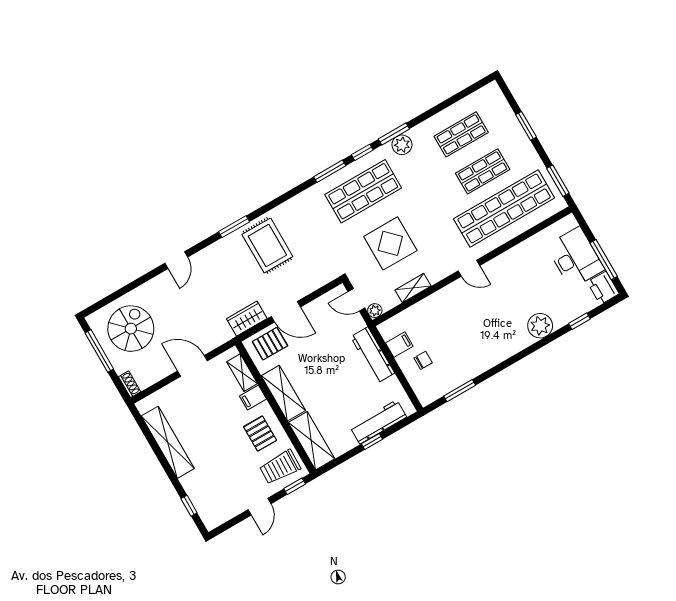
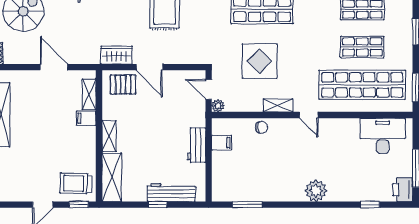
desk: (575, 258) -> (383, 136), moved, turned -90
shelving: (413, 288) -> (278, 105), moved
plant: (540, 326) -> (316, 191), moved
workbench: (373, 355) -> (197, 145), width x0.73
chair: (423, 360) -> (262, 127), moved
shelving: (283, 393) -> (109, 136), width x0.67, depth x0.75
pallet: (260, 434) -> (76, 149), removed

